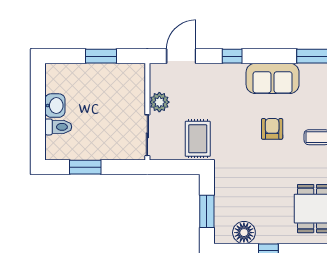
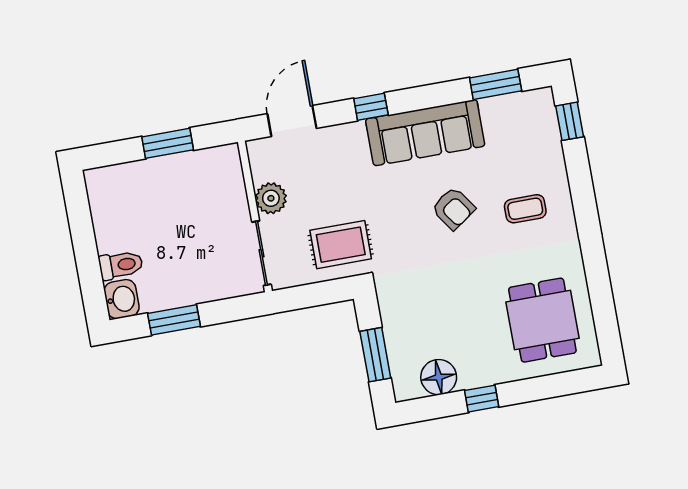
sofa: (273, 78) -> (425, 133), width x1.36
washbasin: (55, 106) -> (122, 299), moved
armchair: (272, 129) -> (453, 208), turned 145
rug: (198, 139) -> (341, 245), turned 90

